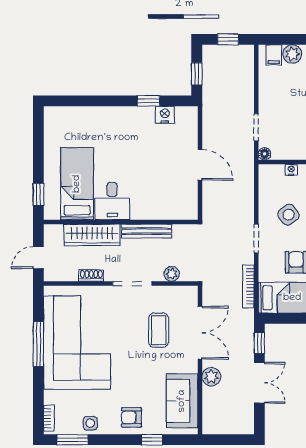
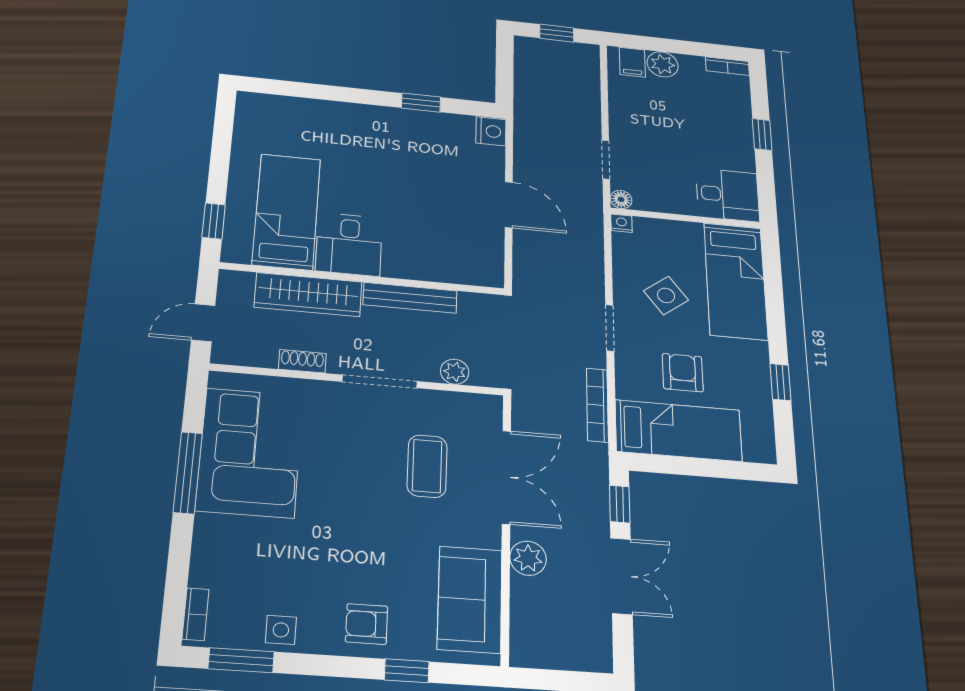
window: (197, 74) -> (505, 74), removed
nightstand: (165, 115) -> (491, 131), moved, turned 90
nightstand: (291, 170) -> (621, 223), moved
corner sofa: (77, 343) -> (250, 452), width x0.73, depth x0.74

